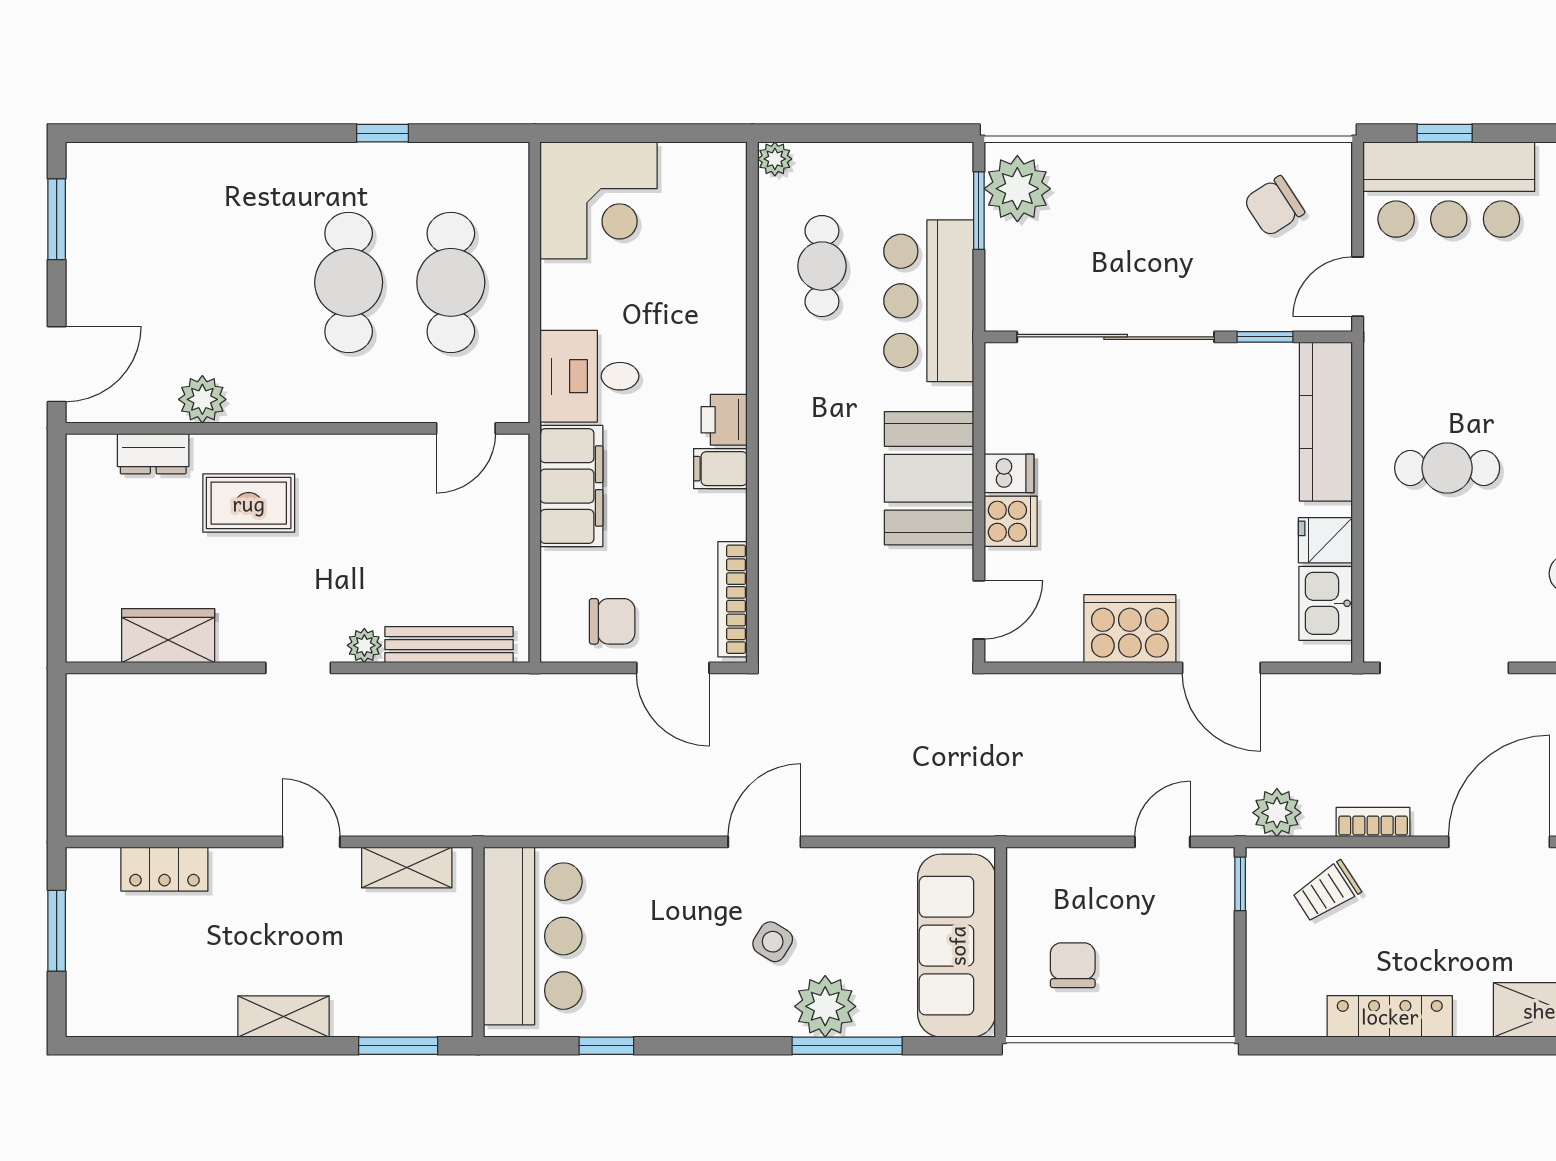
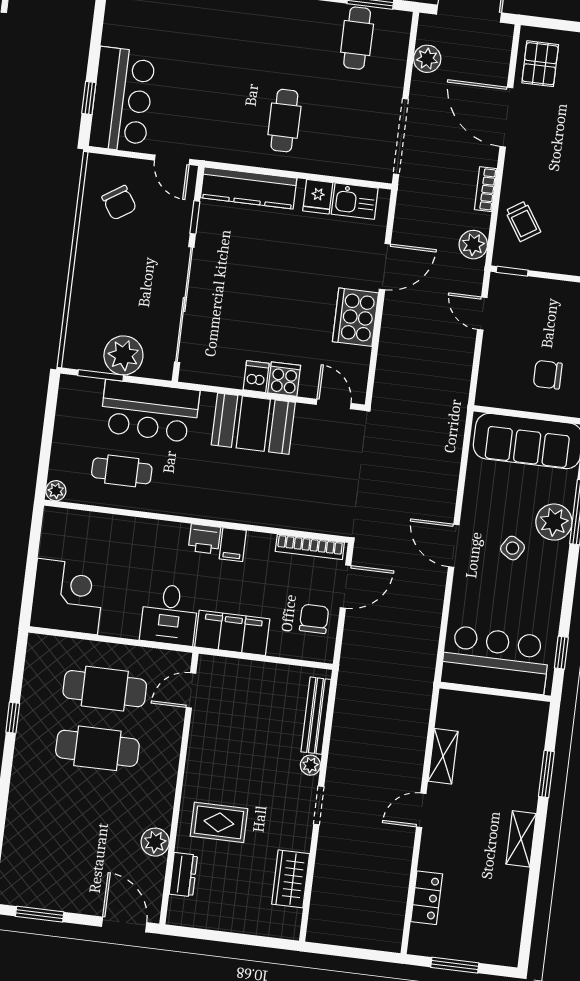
plant: (1017, 189) -> (123, 355), moved
door: (466, 428) -> (191, 690), swing flipped
rug: (249, 503) -> (219, 822), turned 90
bar counter: (533, 936) -> (495, 660), moved
wall: (478, 942) -> (495, 692), moved

